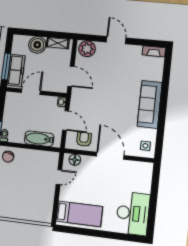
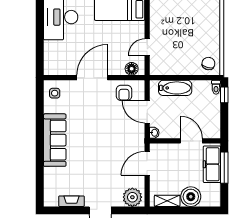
fireplace: (154, 51) -> (71, 201), moved
door: (71, 76) -> (147, 163), hinge flipped
door: (31, 92) -> (191, 141), swing flipped
door: (110, 156) -> (92, 78), swing flipped

